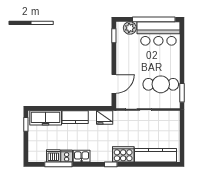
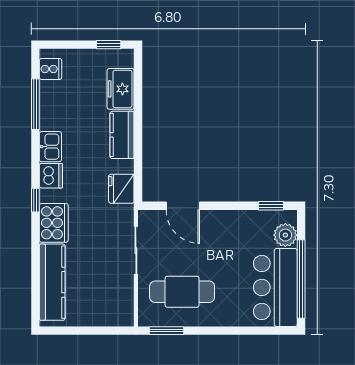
cafe table: (161, 84) -> (182, 292), turned 90
freezer: (46, 118) -> (121, 89), width x0.71
dishwasher: (53, 156) -> (51, 176), moved
cooker: (67, 156) -> (50, 69), moved

